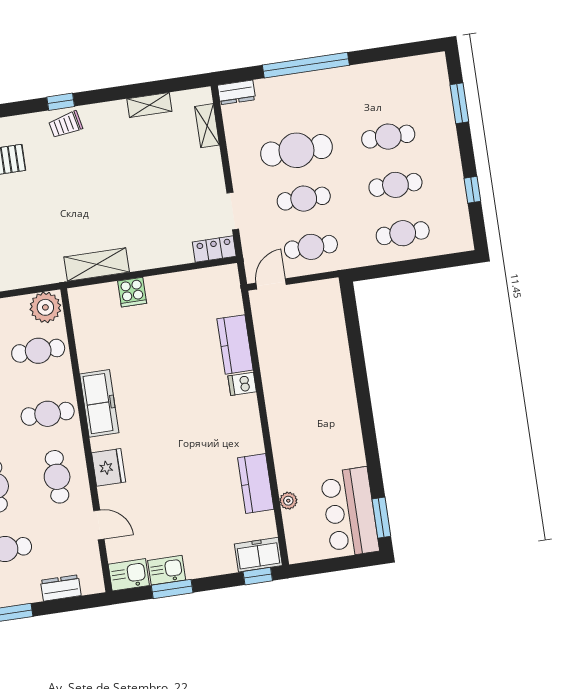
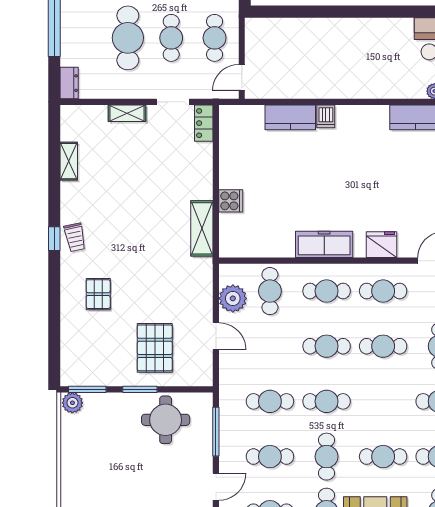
shelving: (207, 126) -> (127, 113), moved
door: (271, 284) -> (242, 78), hinge flipped
plant: (45, 307) -> (233, 298), moved
cafe table: (48, 414) -> (327, 291), turned 90

